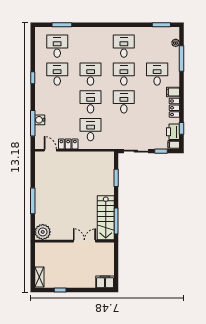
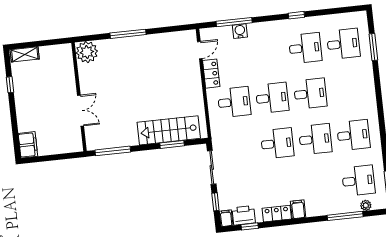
desk: (157, 74) -> (358, 181), moved
stairs: (106, 218) -> (169, 130), moved

